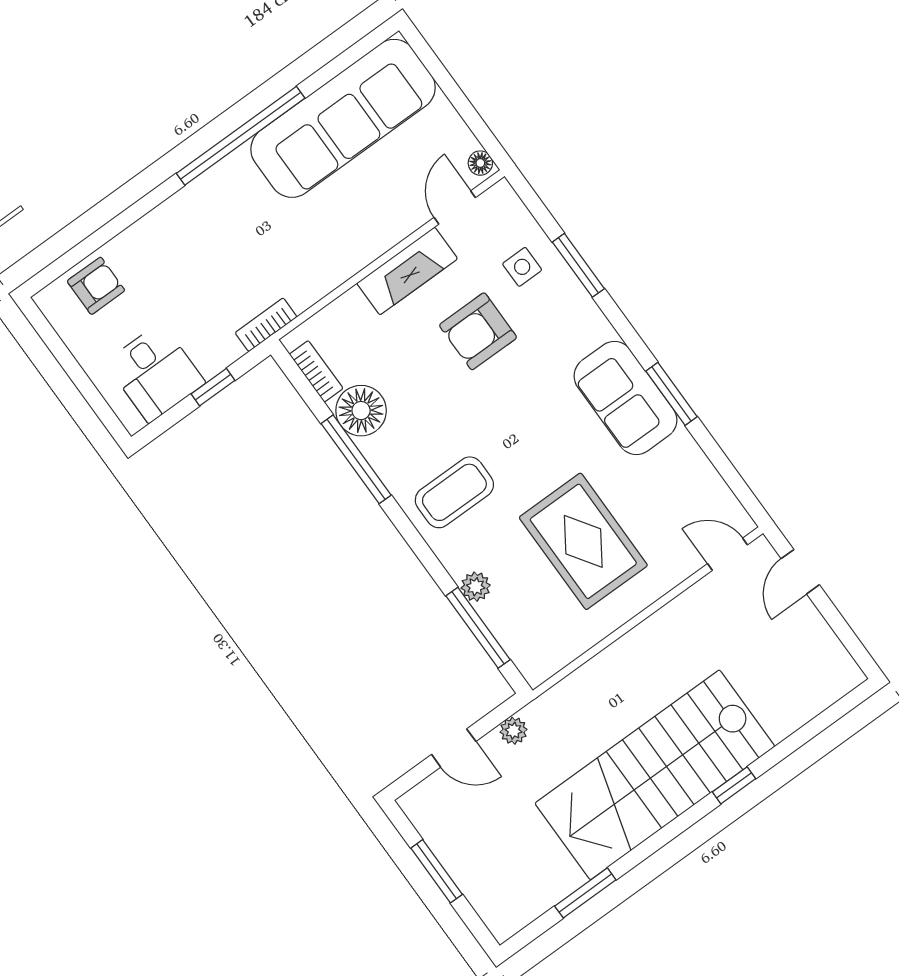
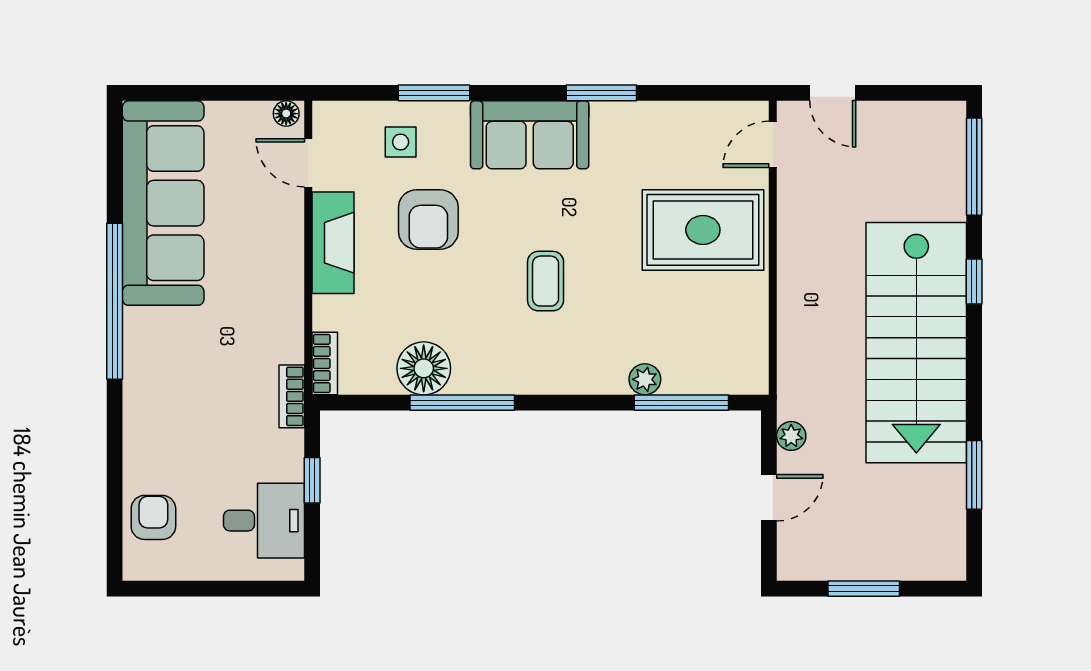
bookcase: (316, 371) -> (325, 363), moved, turned 90
sofa: (625, 398) -> (530, 135), moved
coffee table: (454, 492) -> (546, 281), moved, width x0.73, depth x0.77
rug: (583, 541) -> (703, 230), moved
window: (822, 721) -> (974, 167), added

